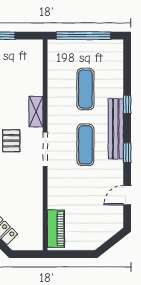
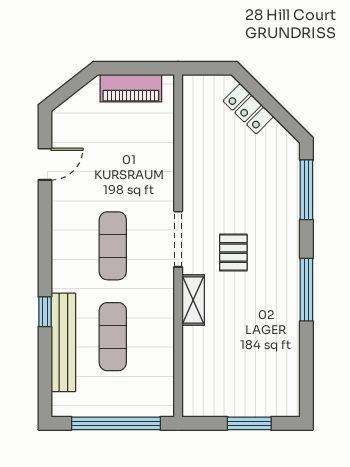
bench: (116, 129) -> (63, 342), moved
window: (127, 153) -> (45, 233), removed
piano: (56, 229) -> (131, 88), moved, turned -90

